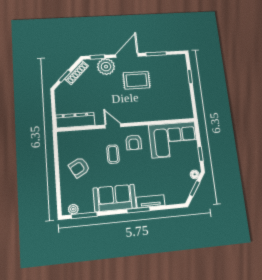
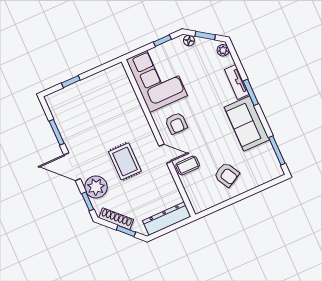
rug: (137, 80) -> (125, 161), moved
dresser: (75, 120) -> (167, 219), moved, turned 90
door: (113, 126) -> (165, 154), swing flipped
armchair: (134, 142) -> (176, 123), turned 90
coffee table: (113, 154) -> (188, 165), moved
plant: (73, 209) -> (223, 50), moved

